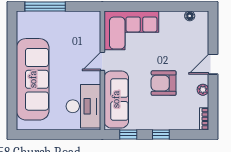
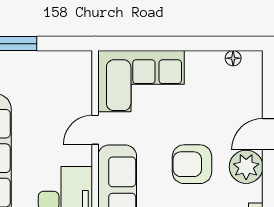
plant: (203, 90) -> (246, 167), width x1.88, depth x1.88

